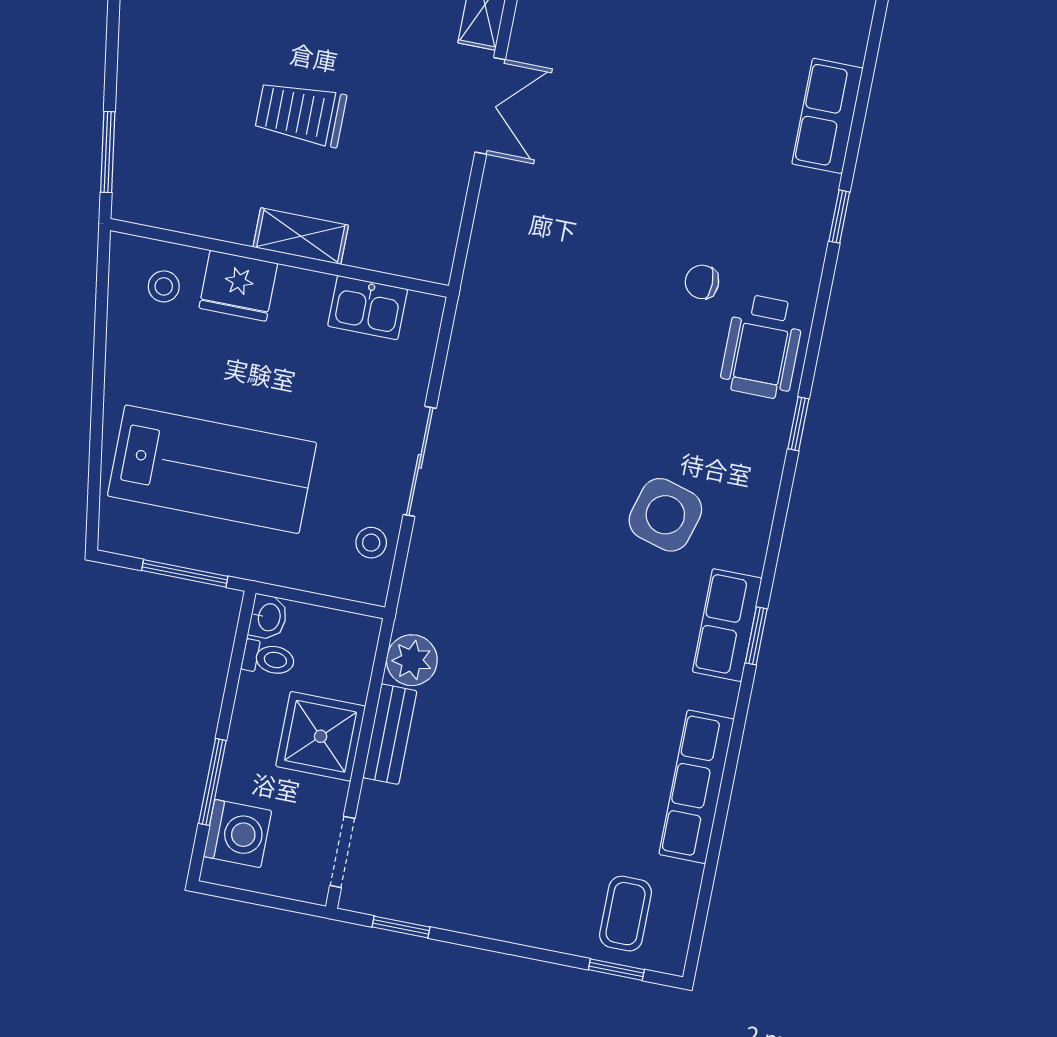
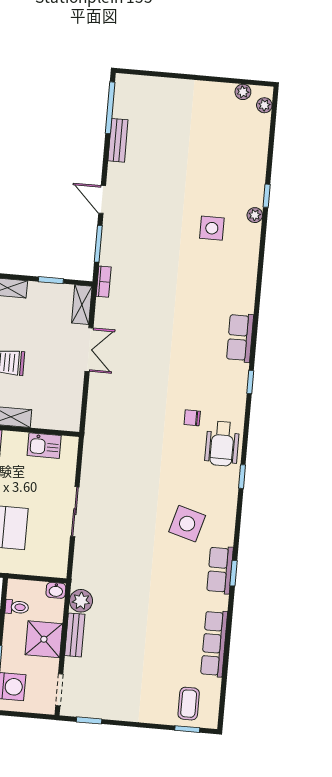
stool: (371, 543) -> (57, 550), removed
washbasin: (268, 617) -> (56, 590), moved, turned 90

